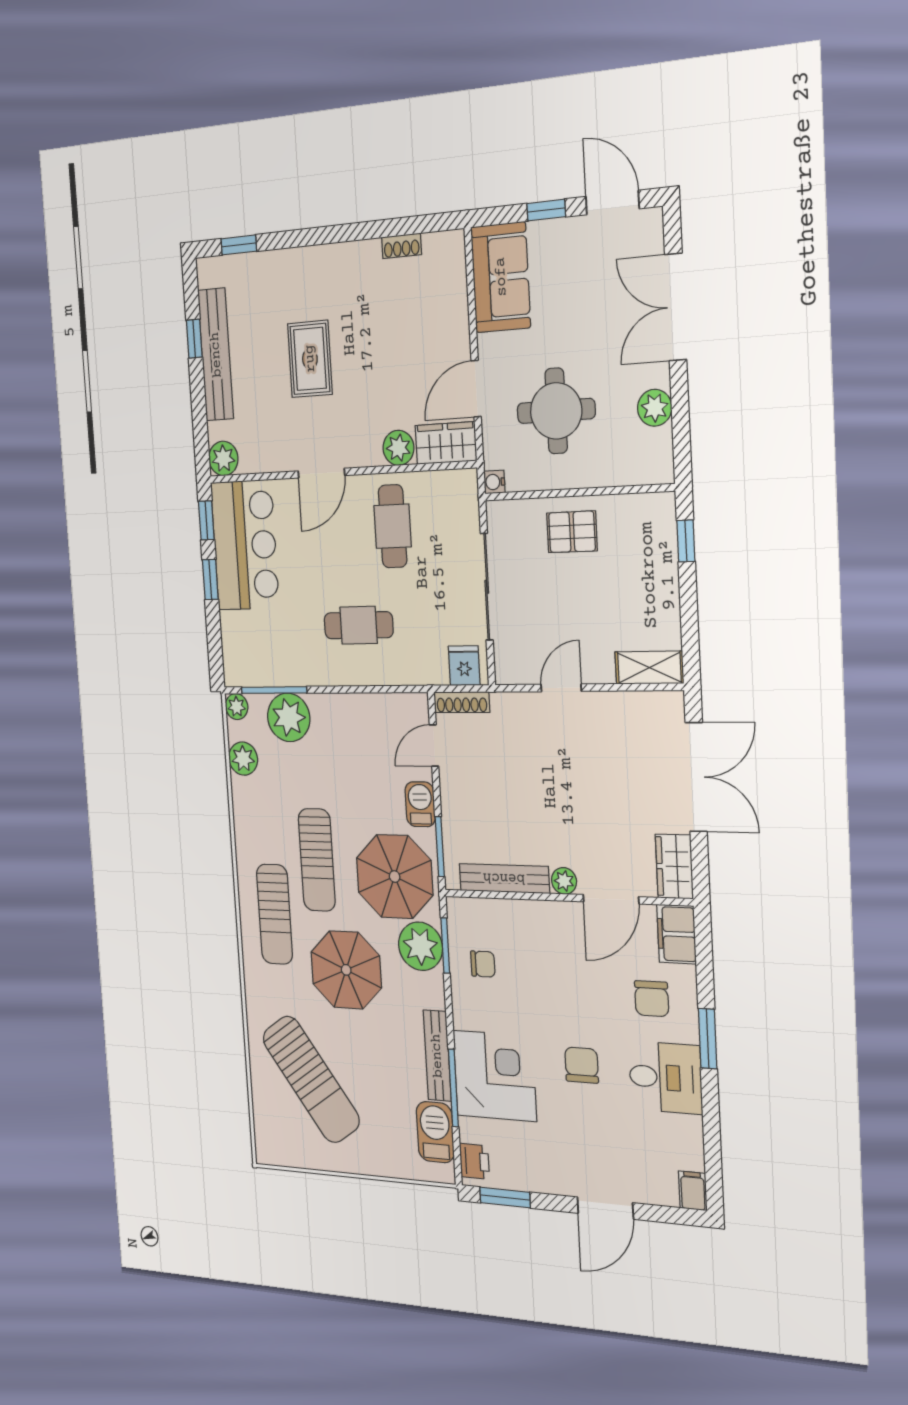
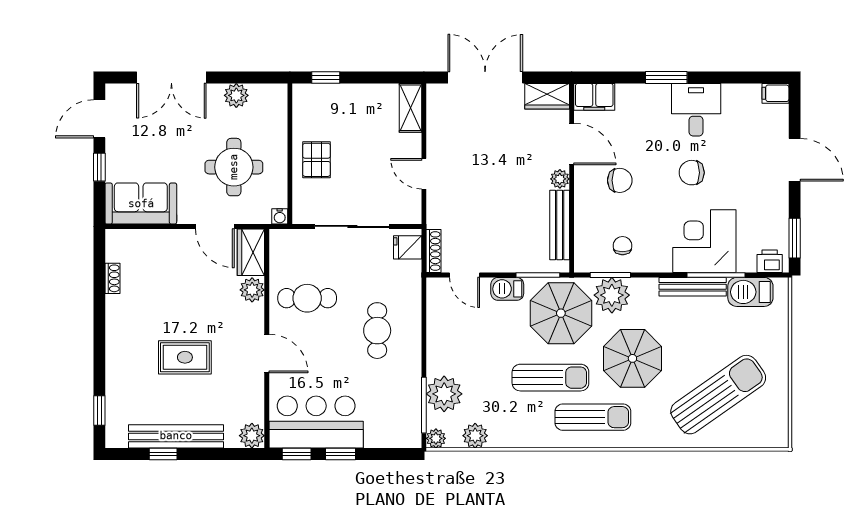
chair: (652, 999) -> (620, 180), moved

